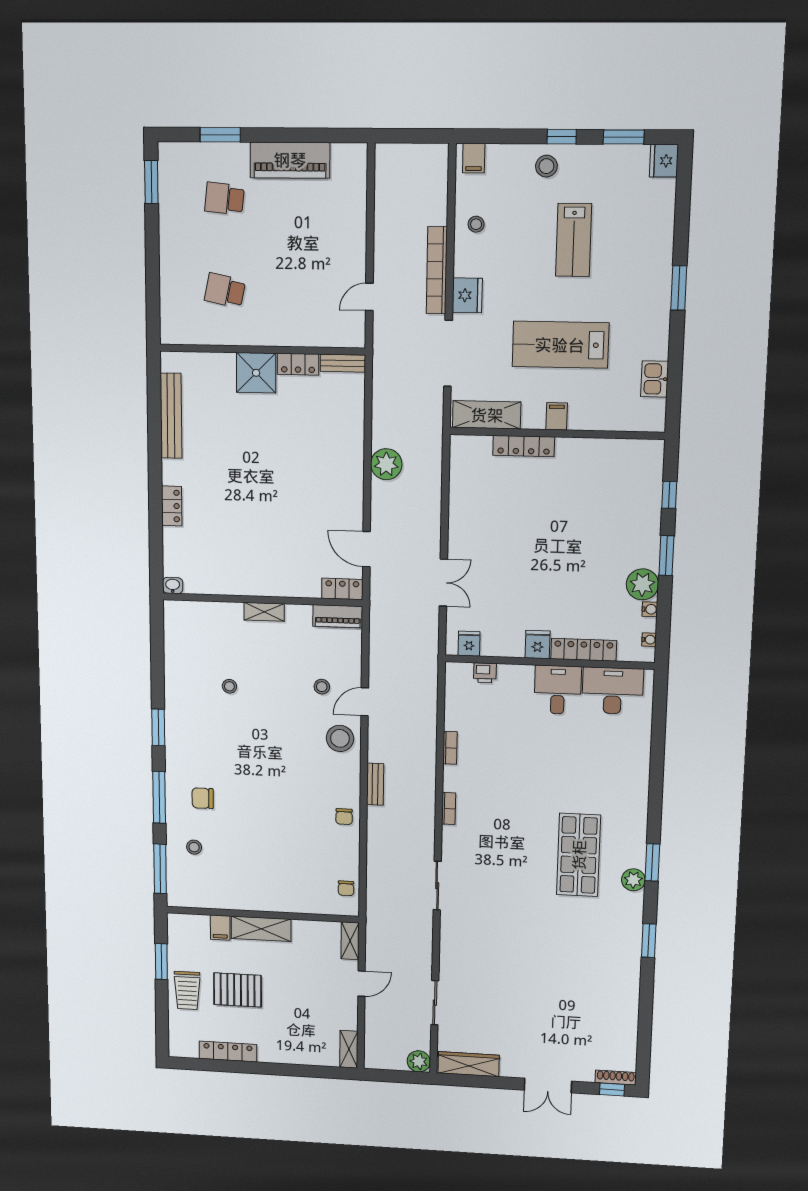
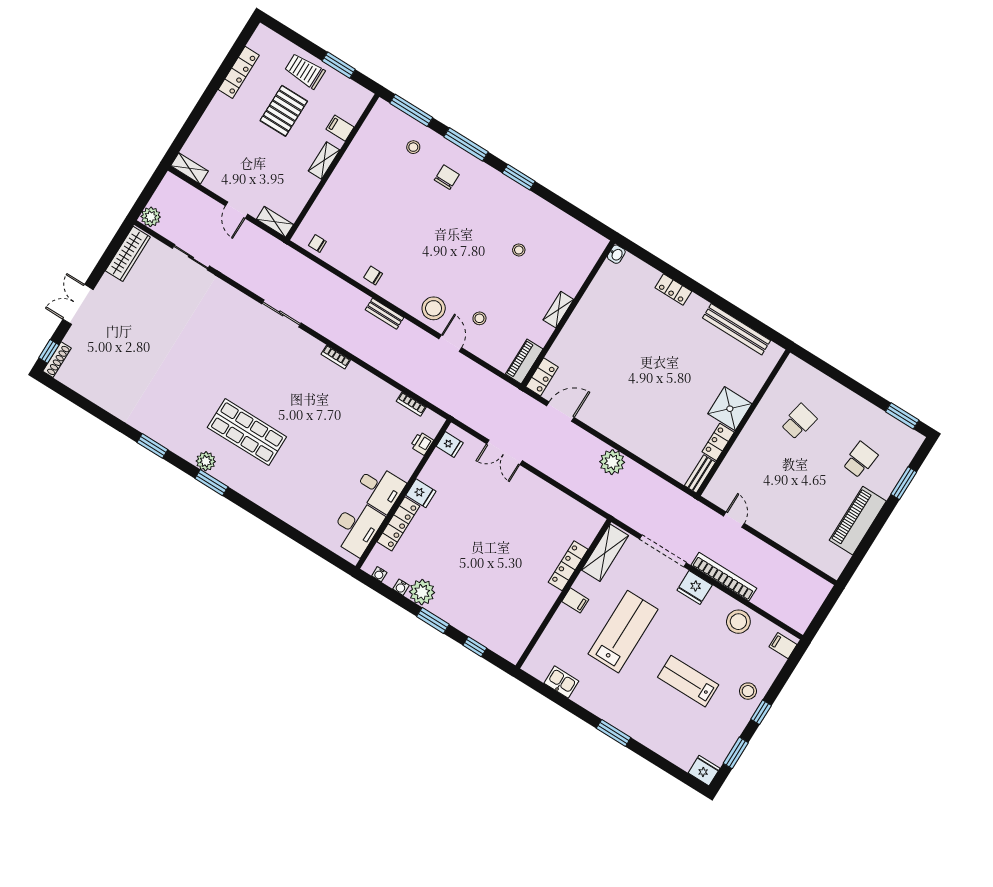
stool: (476, 224) -> (738, 622), width x1.89, depth x1.89
bookcase: (450, 748) -> (411, 404), moved
shelving: (261, 929) -> (324, 161), width x0.67, depth x0.75

